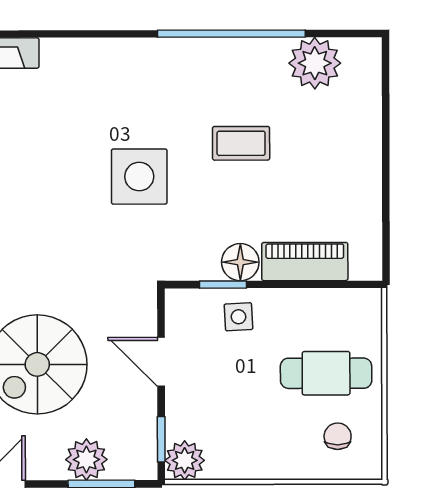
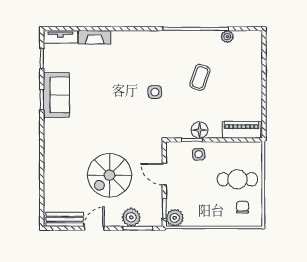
plant: (315, 63) -> (227, 37), width x0.53, depth x0.53
coffee table: (241, 143) -> (200, 77), turned -71
side table: (139, 177) -> (155, 92), width x0.54, depth x0.54
piano: (305, 262) -> (242, 130), moved

